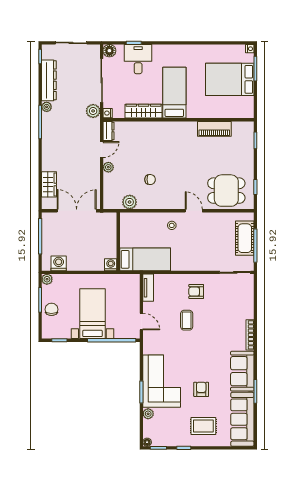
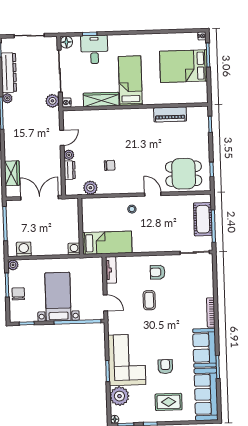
dresser: (109, 131) -> (70, 170), moved
plant: (148, 414) -> (119, 396), width x1.88, depth x1.88

